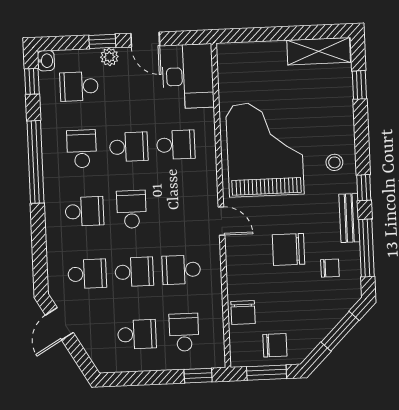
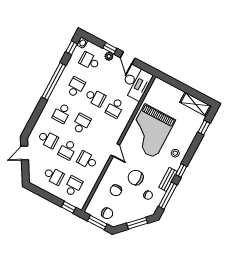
school desk: (176, 145) -> (115, 108), turned 90
grand piano: (265, 149) -> (150, 131), turned 180
school desk: (84, 211) -> (62, 113), turned 90
school desk: (134, 272) -> (68, 150), turned 90
chair: (243, 312) -> (116, 190), moved

